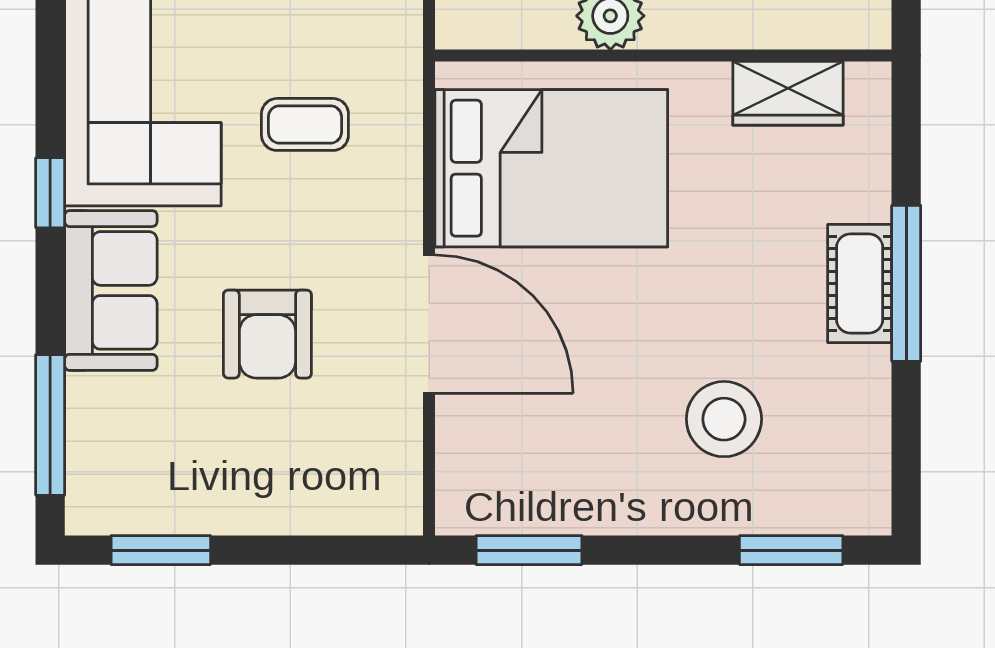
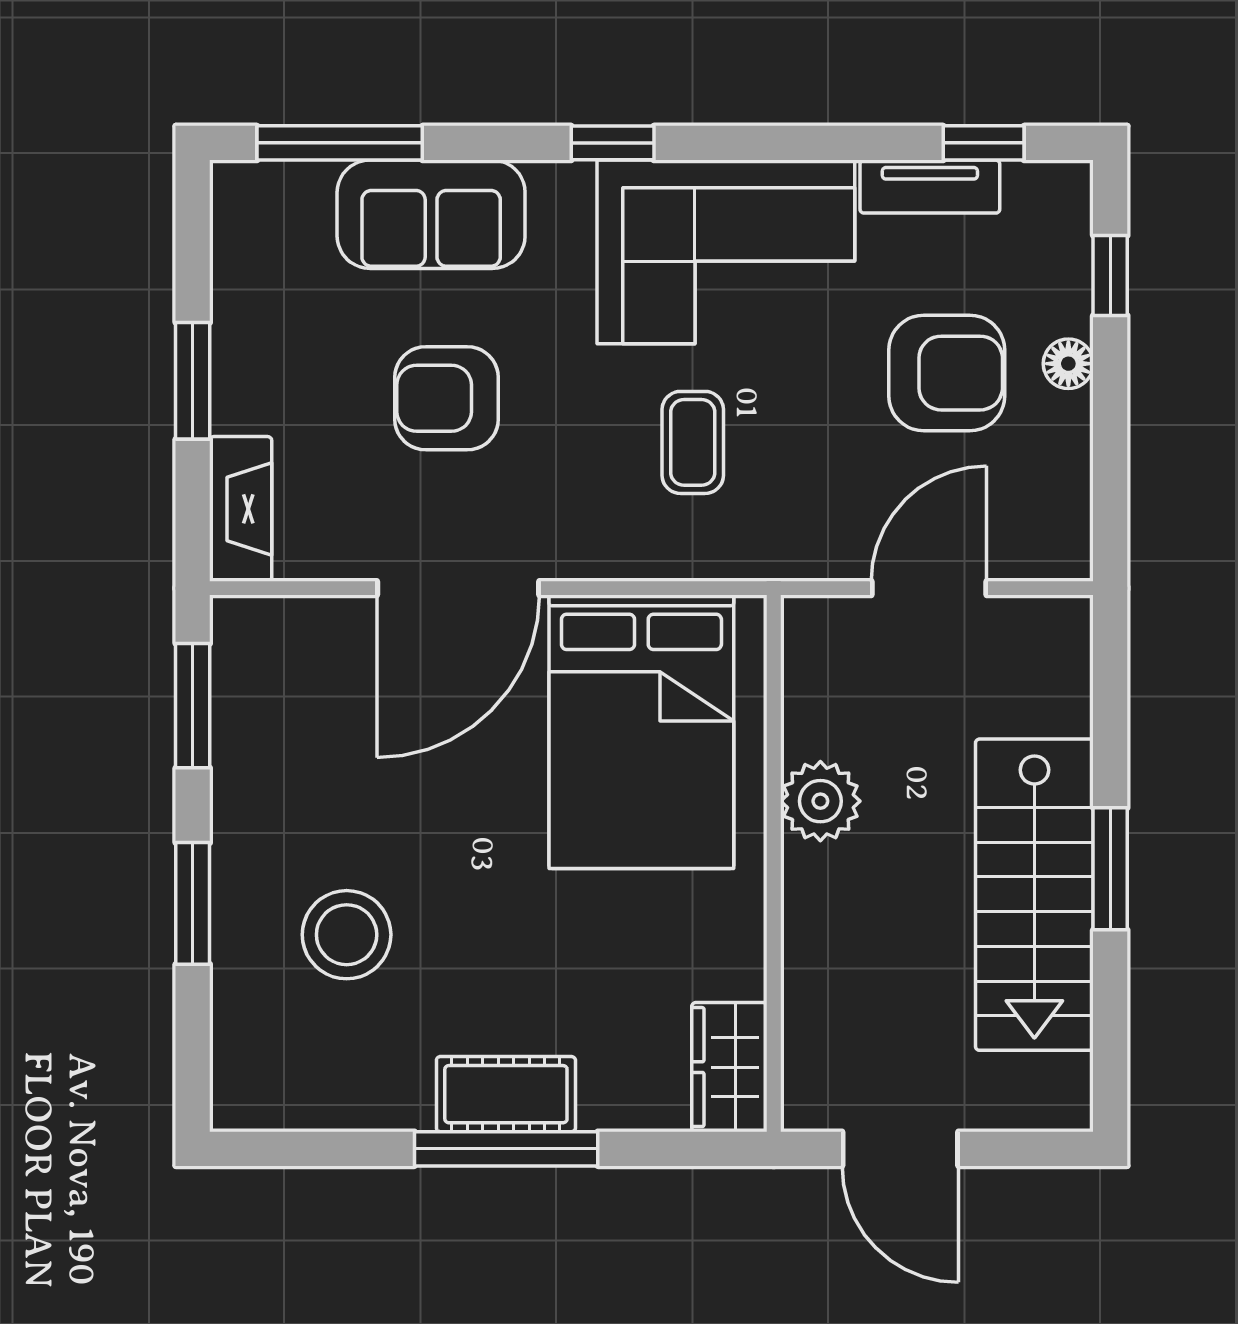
wardrobe: (788, 93) -> (729, 1067), moved
sofa: (111, 290) -> (431, 214), moved
fireplace: (362, 509) -> (241, 509), added
window: (161, 550) -> (193, 381), moved
window: (791, 550) -> (193, 903), moved

